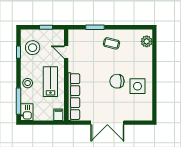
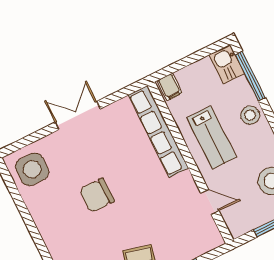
chair: (117, 81) -> (97, 195), turned 180
side table: (137, 86) -> (32, 169), moved
double door: (107, 123) -> (78, 116), width x0.73

